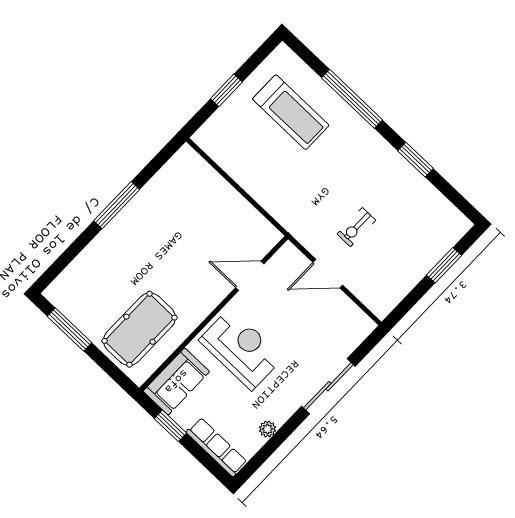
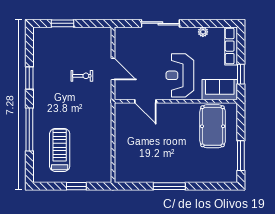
pool table: (139, 329) -> (213, 126), turned 90

